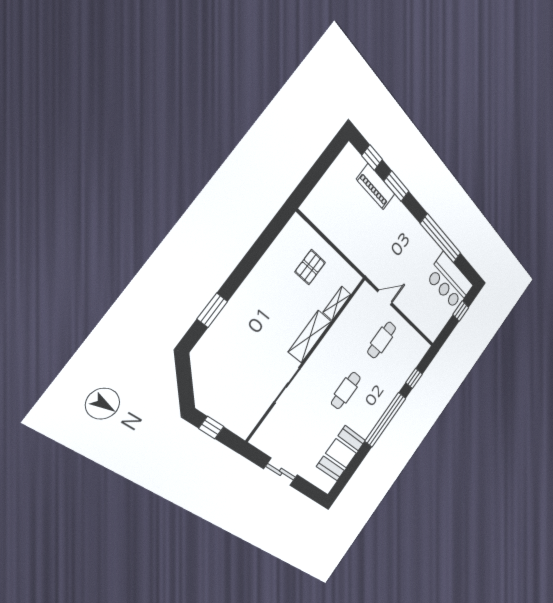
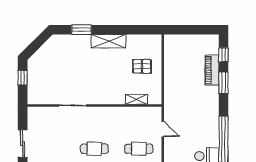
shelving: (310, 337) -> (108, 41), moved

